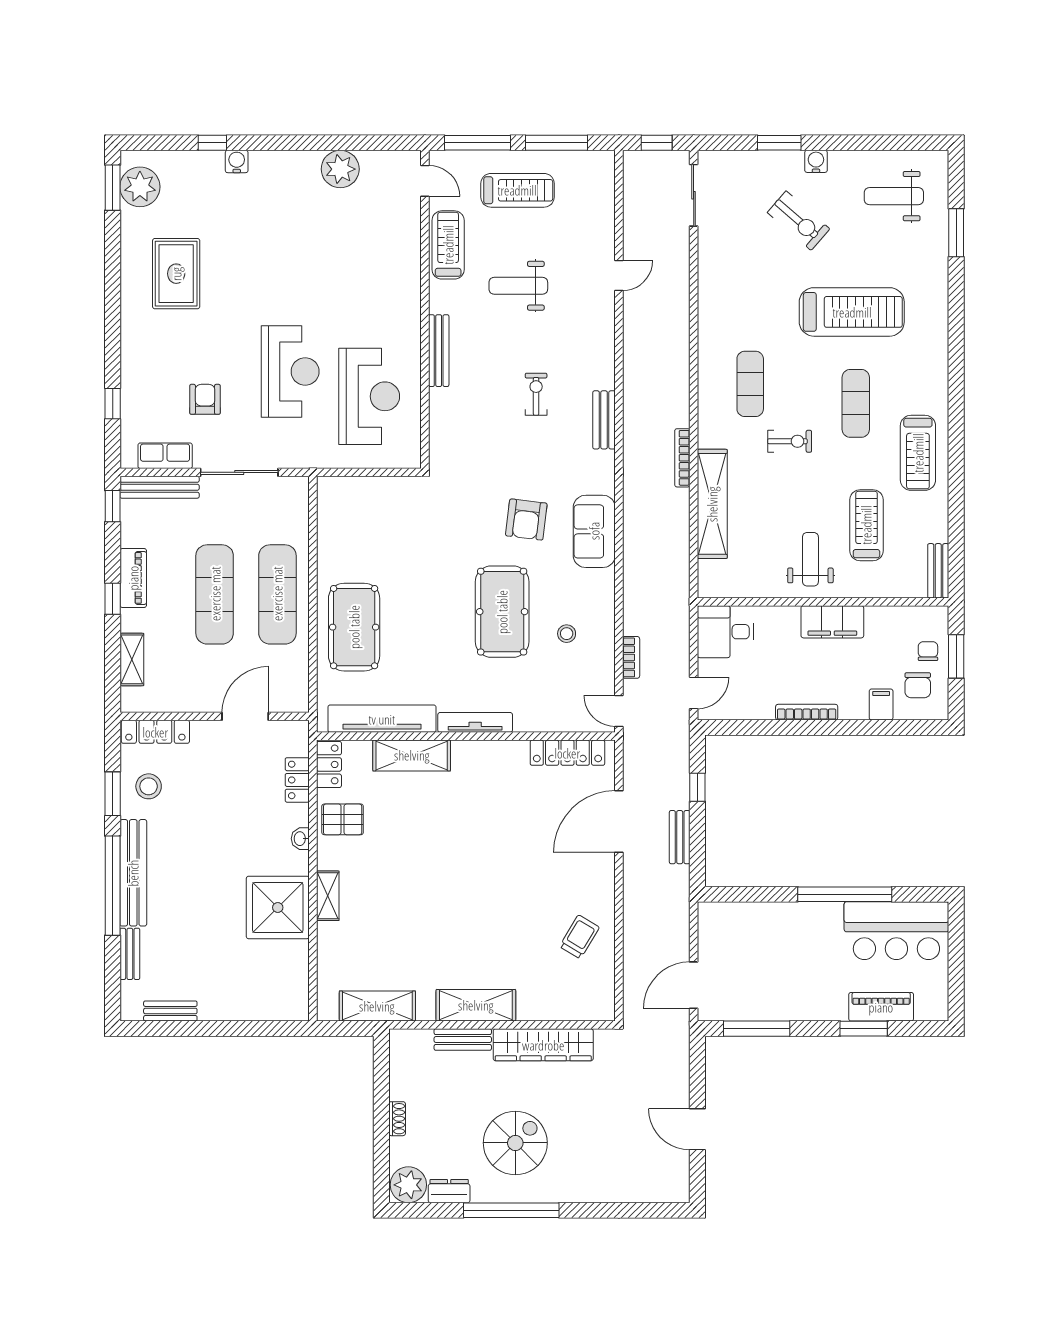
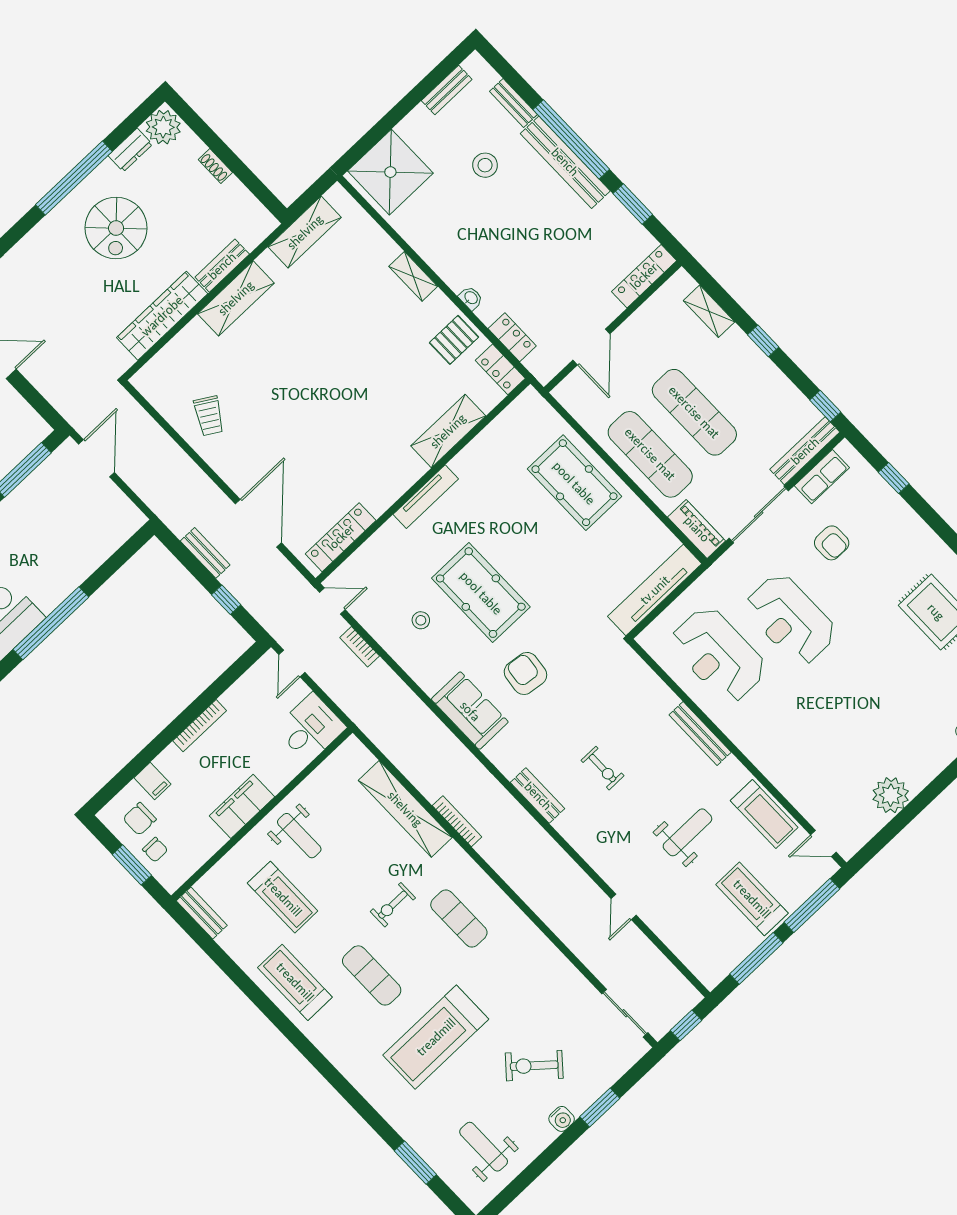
treadmill: (517, 190) -> (752, 899), turned 90
weight bench: (894, 196) -> (484, 1147), turned -90
piano: (133, 578) -> (697, 529), moved, turned 180
chair: (918, 685) -> (140, 819), turned -90
tv unit: (382, 719) -> (655, 590), moved, turned 180
stool: (149, 786) -> (485, 165), moved
shower: (278, 907) -> (390, 172), moved

